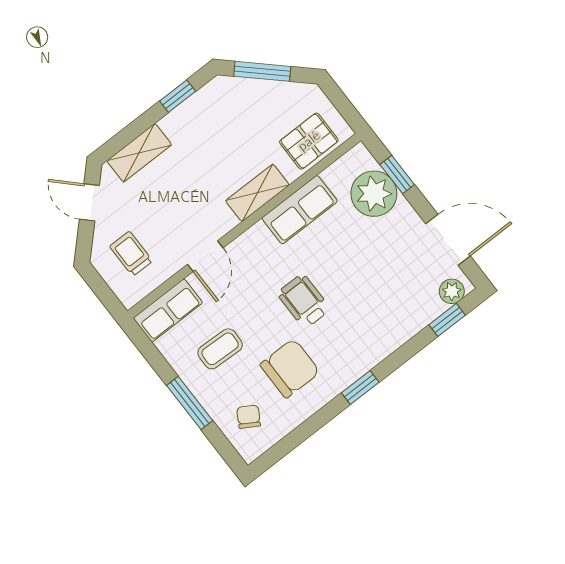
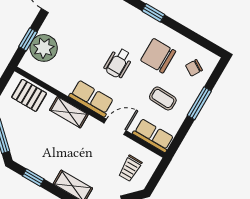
row of seats: (300, 210) -> (91, 98), moved

